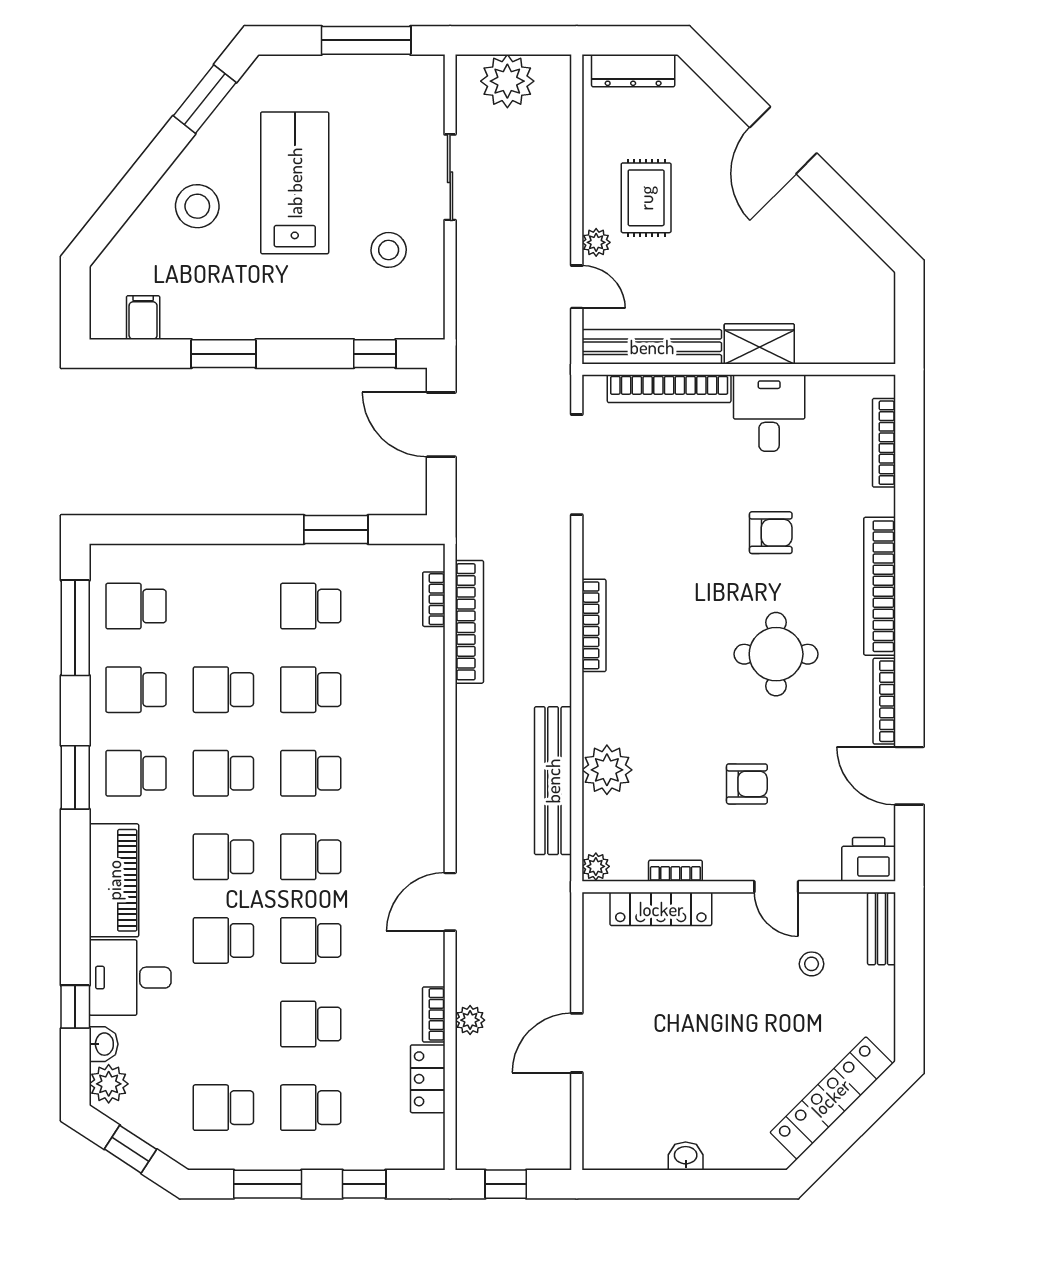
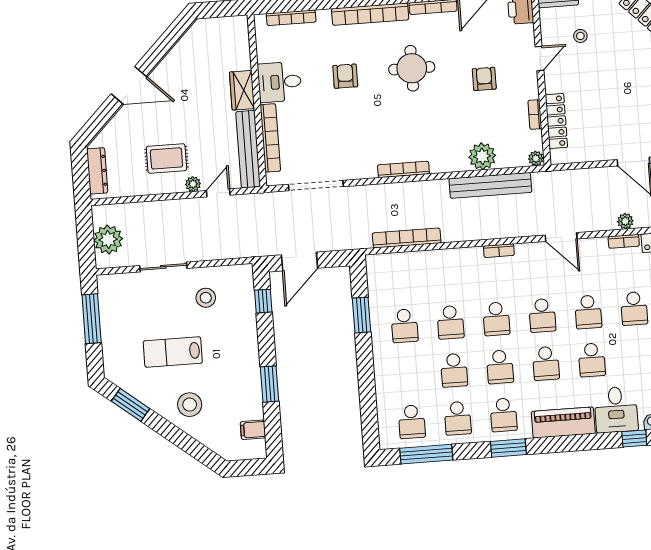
lab bench: (295, 183) -> (173, 352), width x0.73, depth x0.72
bookcase: (434, 599) -> (499, 251), moved

